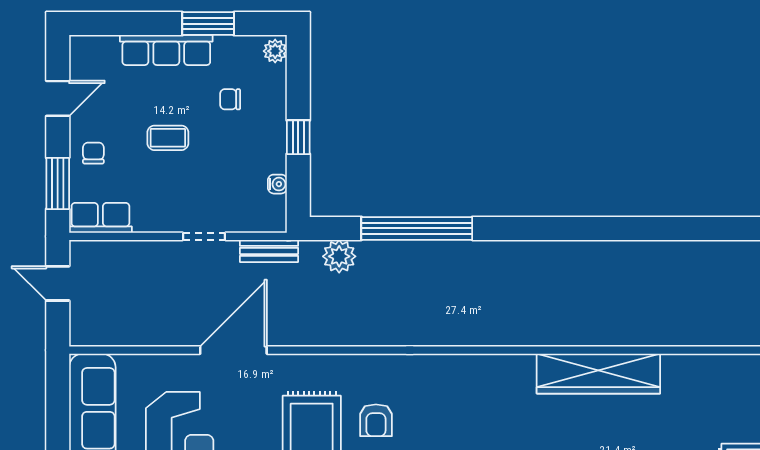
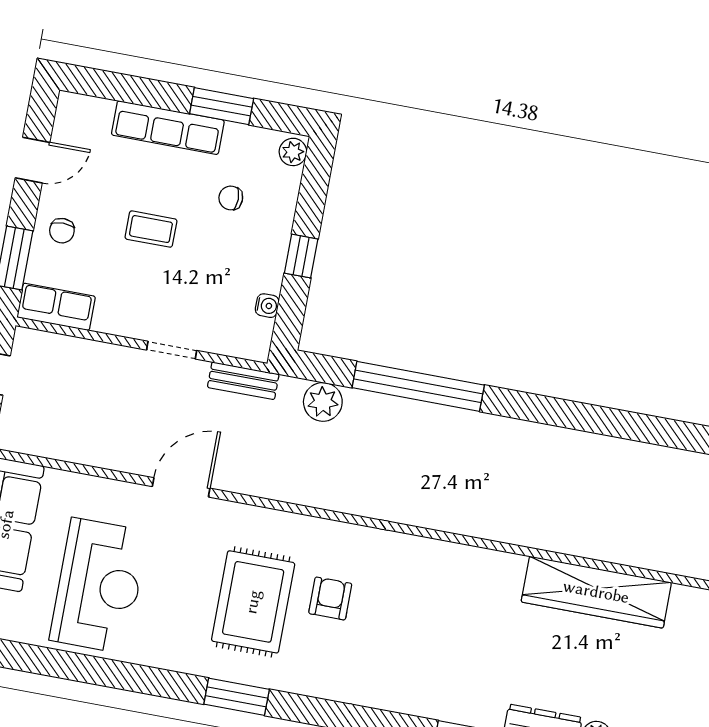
chair: (93, 153) -> (62, 231), turned 180
door: (233, 350) -> (181, 487), width x0.73
armchair: (376, 420) -> (330, 598), turned 180

